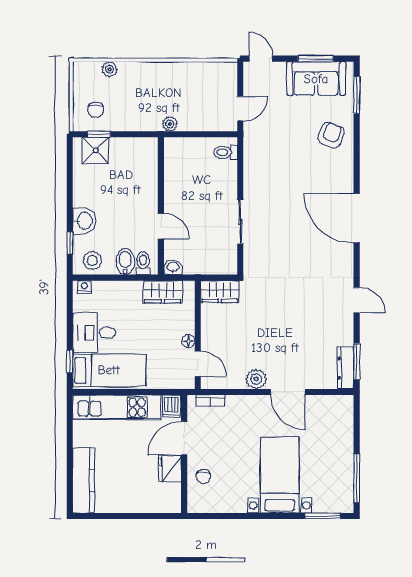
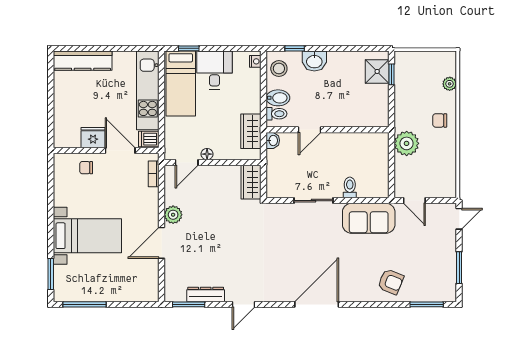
sofa: (316, 79) -> (369, 218), moved, turned -90
chair: (96, 110) -> (440, 120), moved
plant: (170, 124) -> (407, 143), width x1.88, depth x1.88
toilet: (226, 152) -> (350, 187), moved
dresser: (345, 368) -> (206, 294), moved

